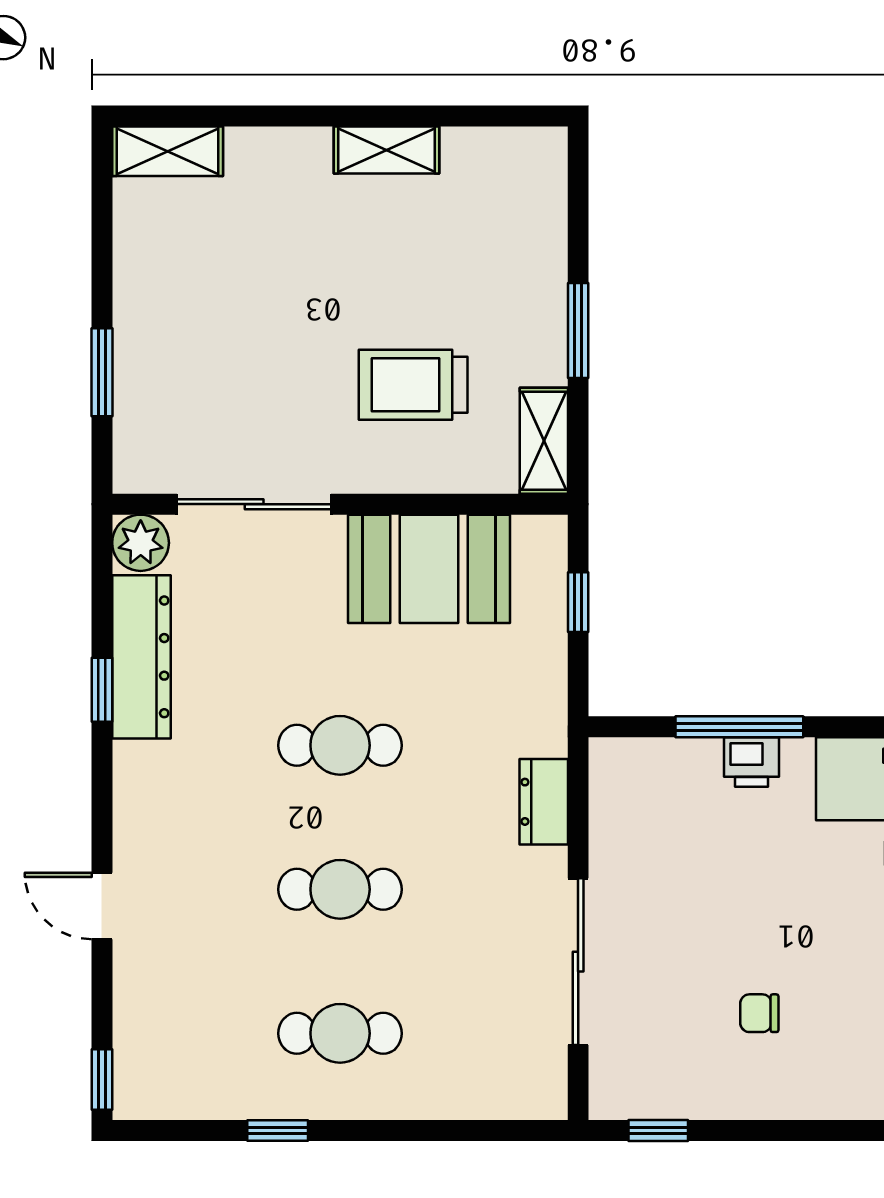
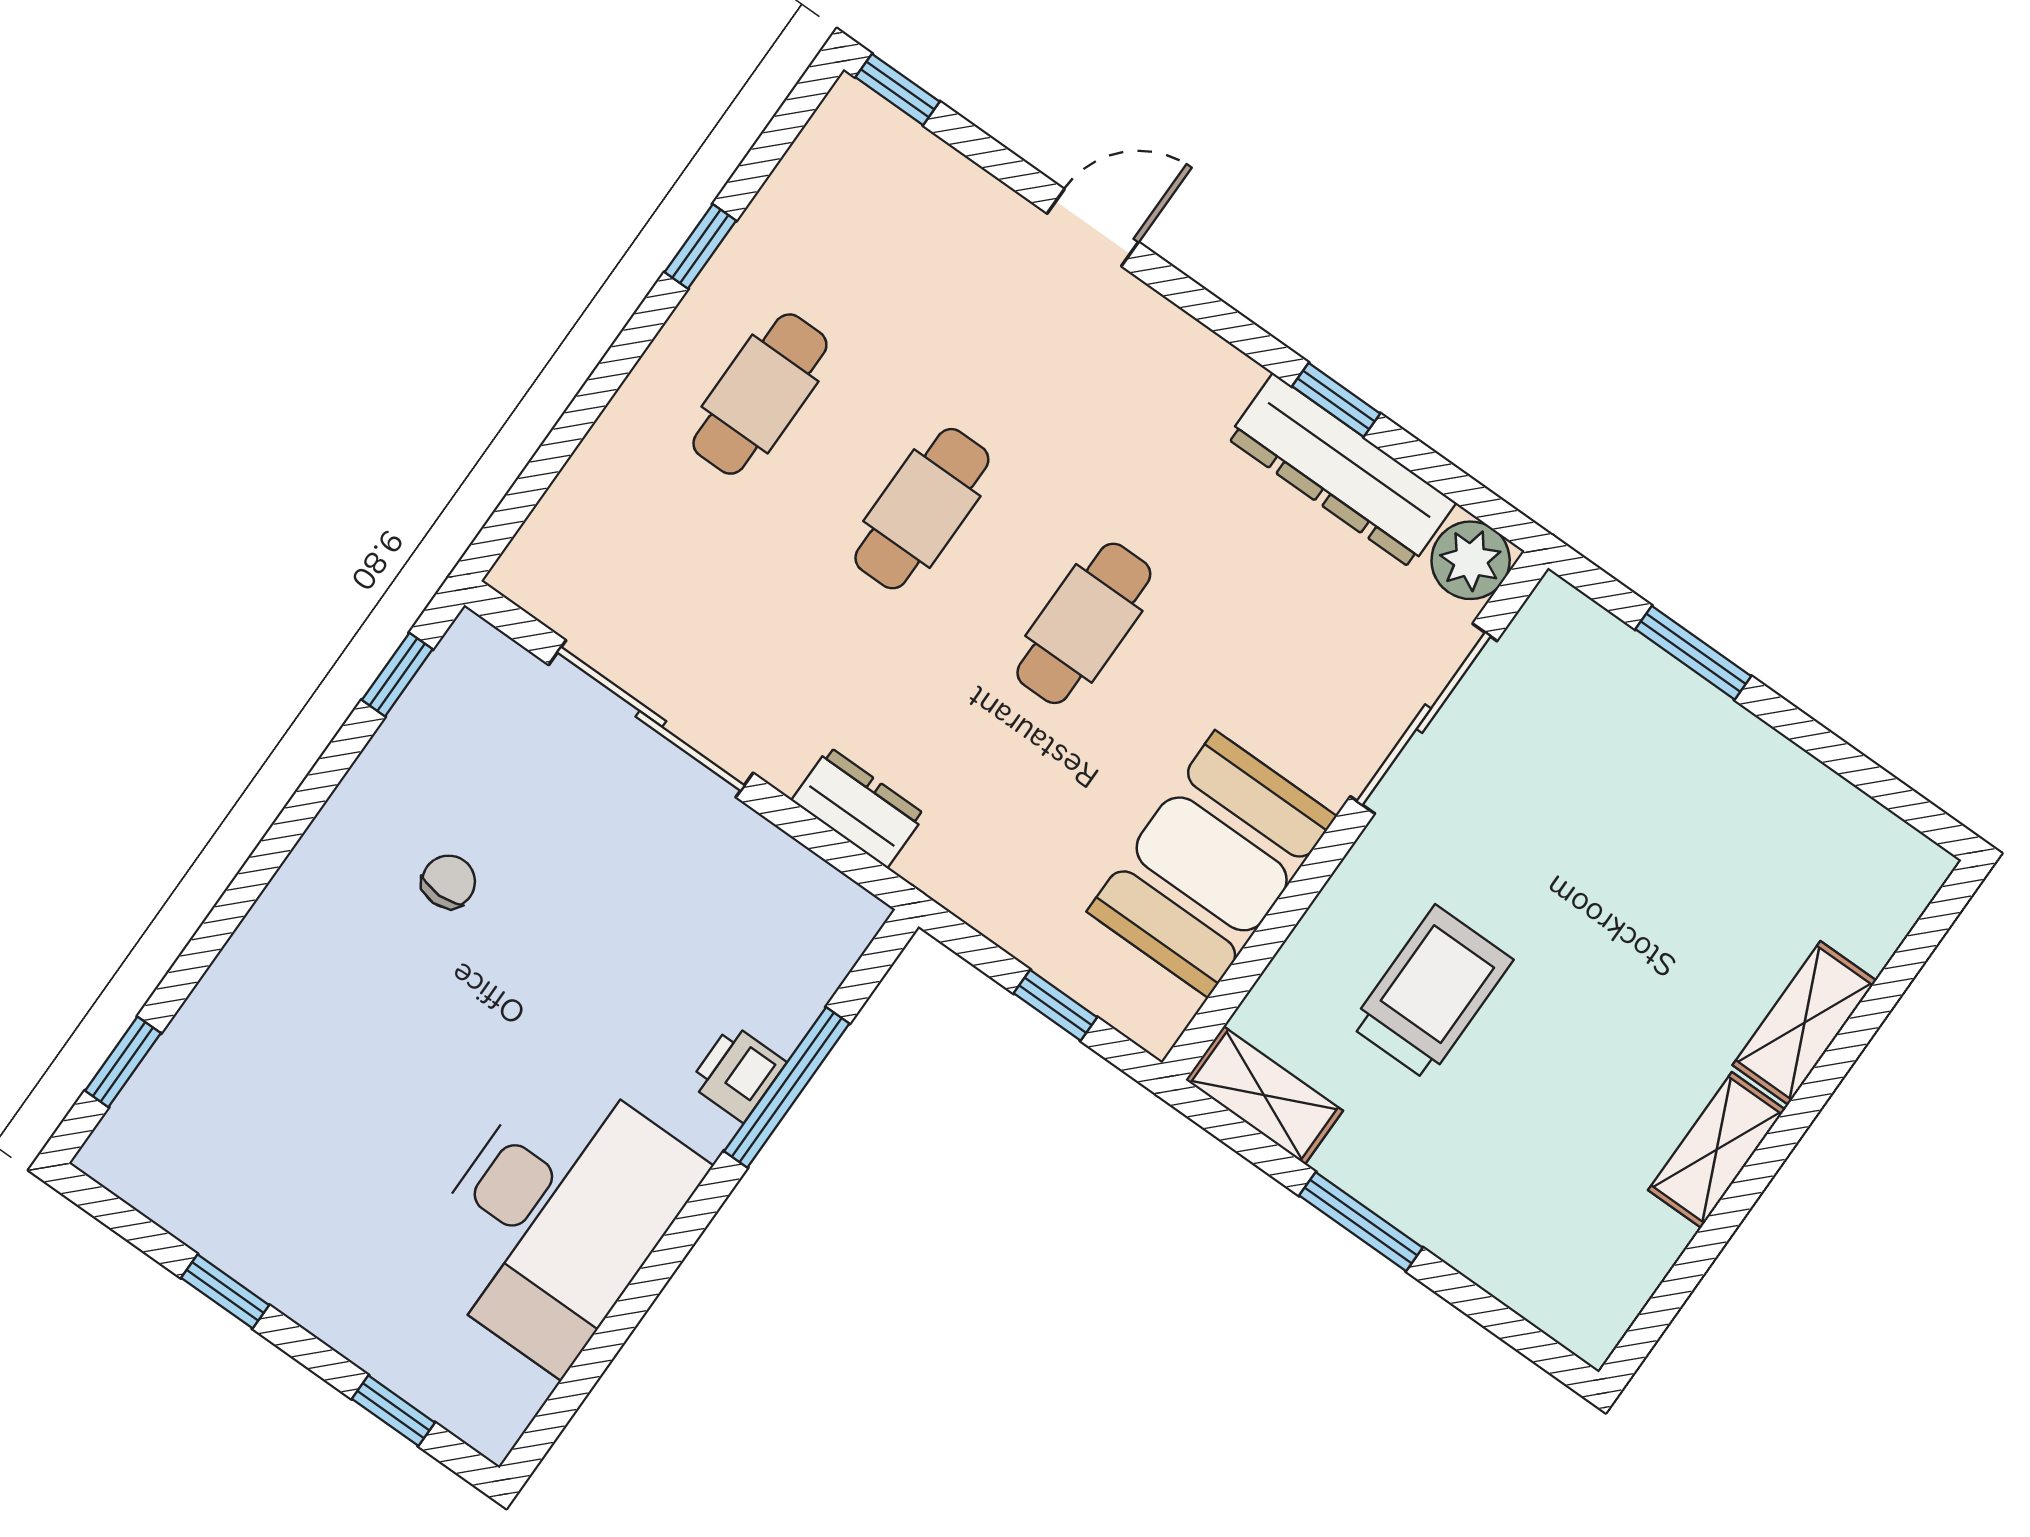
shelving: (168, 151) -> (1804, 1023), moved

